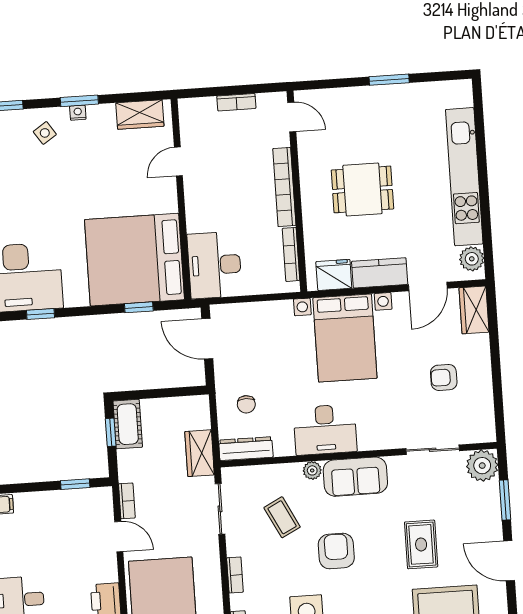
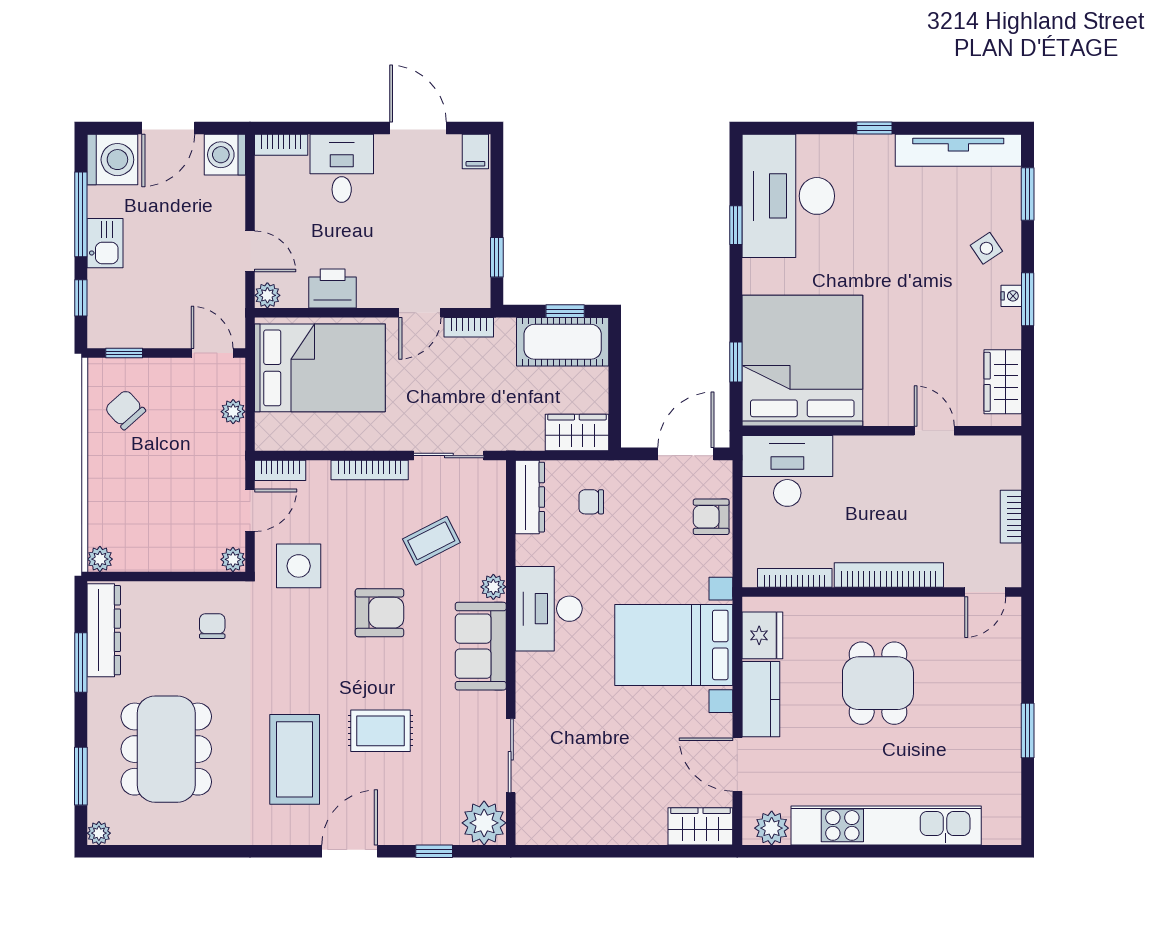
armchair: (444, 377) -> (711, 517), moved, turned -90
cot: (128, 424) -> (563, 342), width x1.37, depth x1.34
wardrobe: (200, 453) -> (577, 433), moved
window: (505, 500) -> (434, 851), width x0.67
bookcase: (235, 575) -> (370, 470), width x1.56

